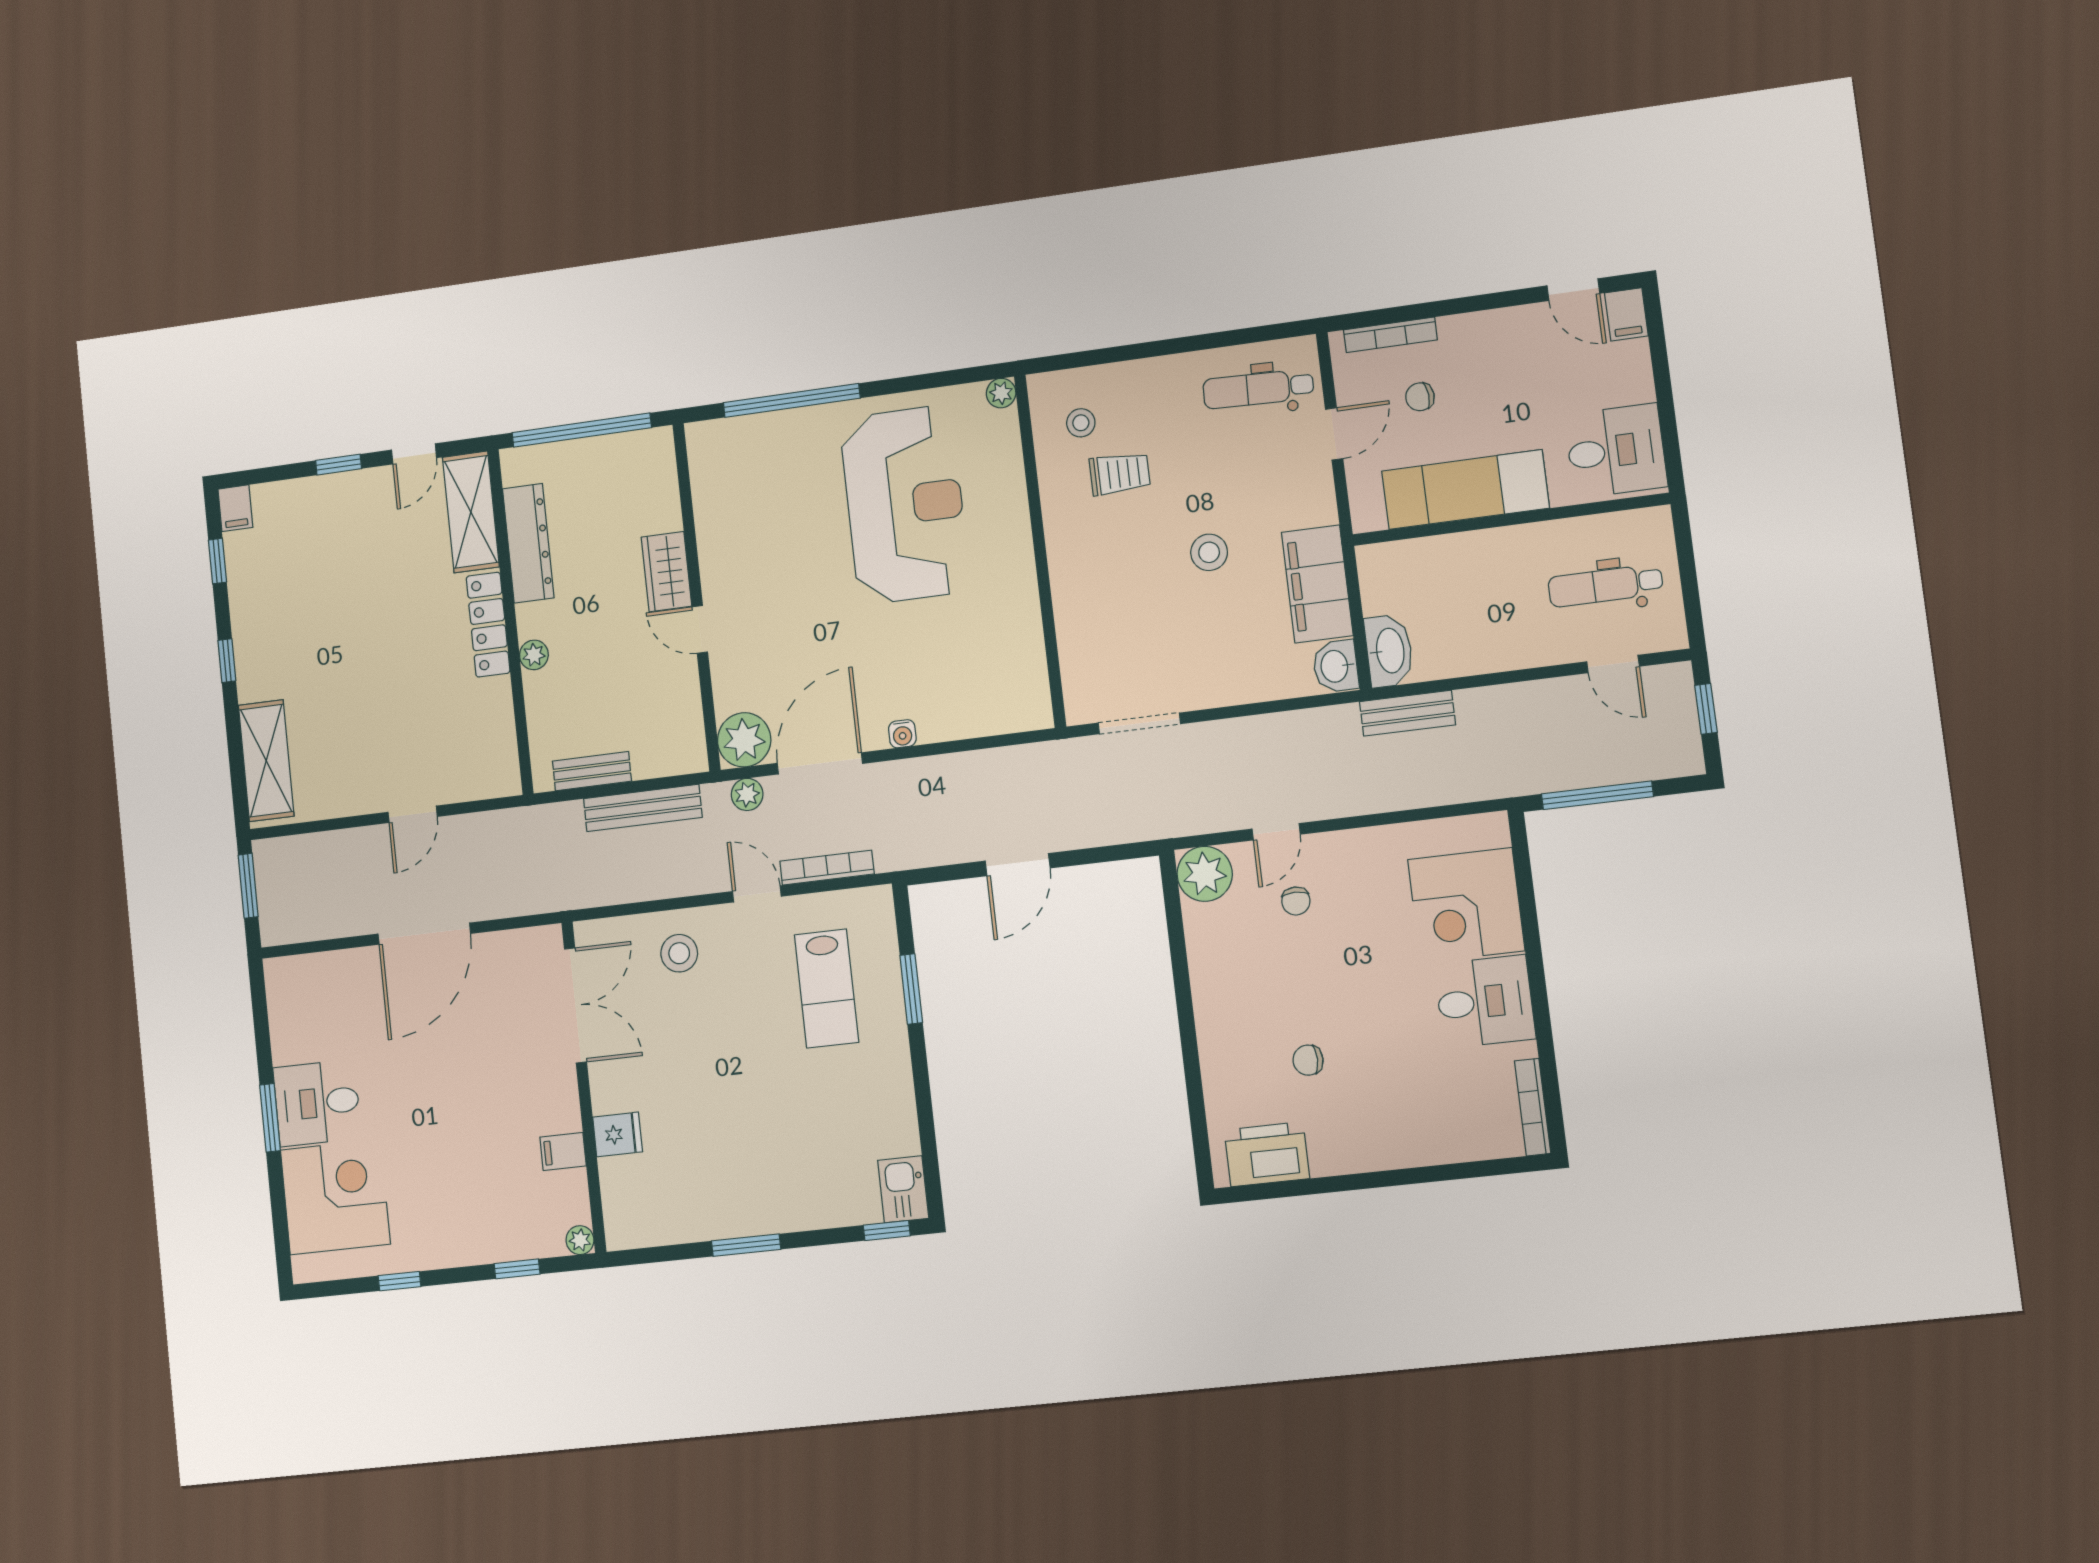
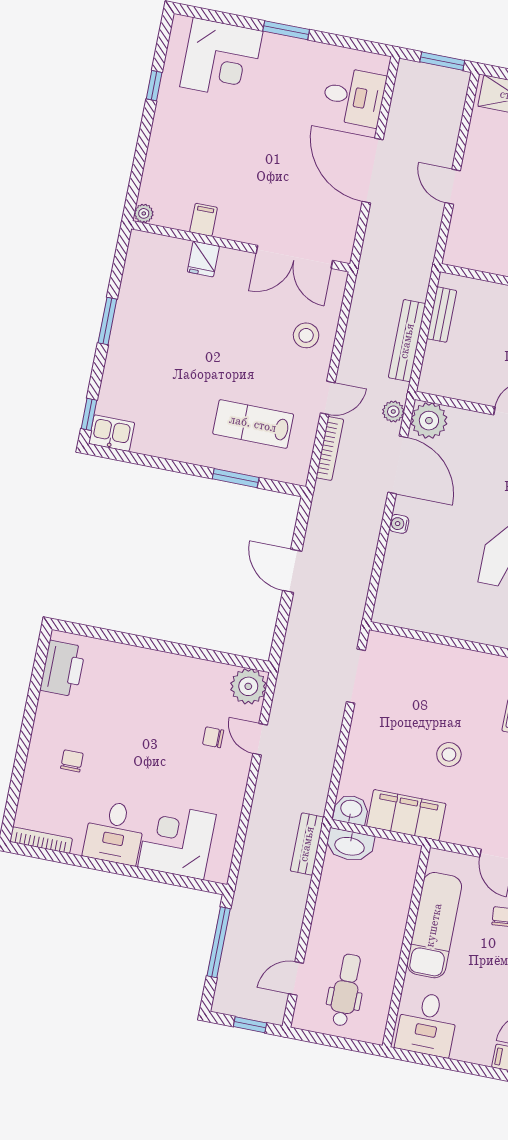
chair: (1308, 1060) -> (72, 761), moved
desk: (317, 1103) -> (354, 97), moved, turned 90
window: (517, 1269) -> (138, 166), removed

